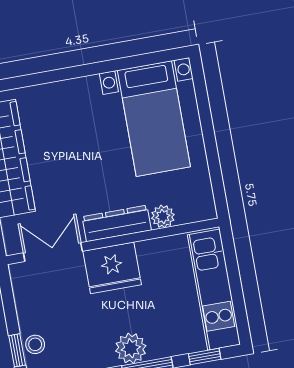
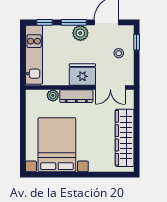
bed with nightstands: (154, 119) -> (57, 145), width x1.36
stool: (35, 344) -> (119, 53), moved

